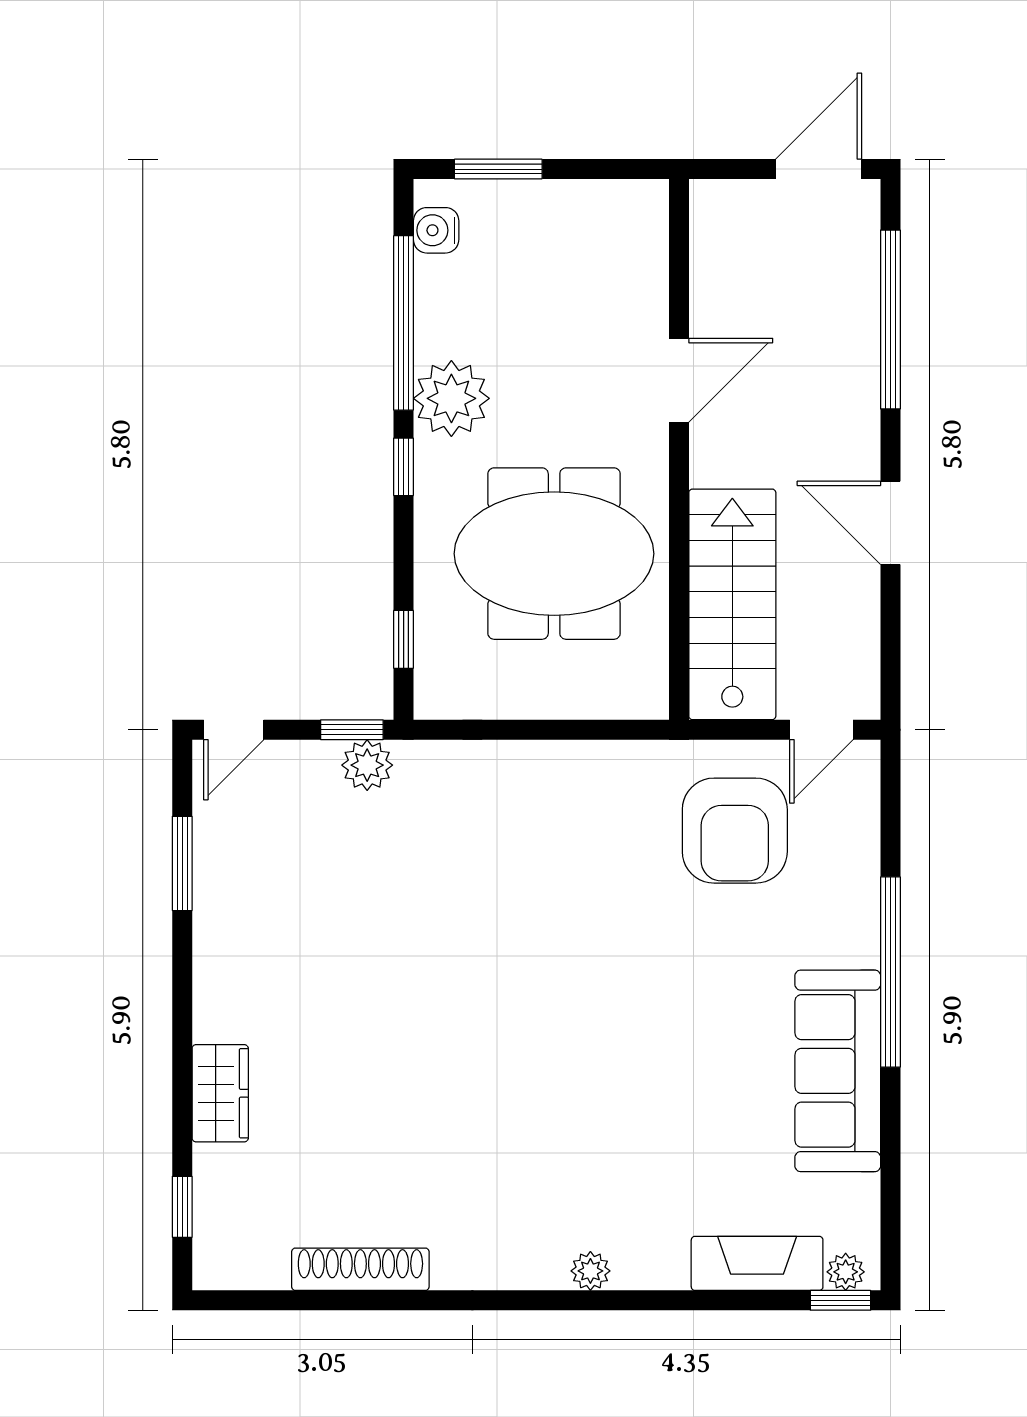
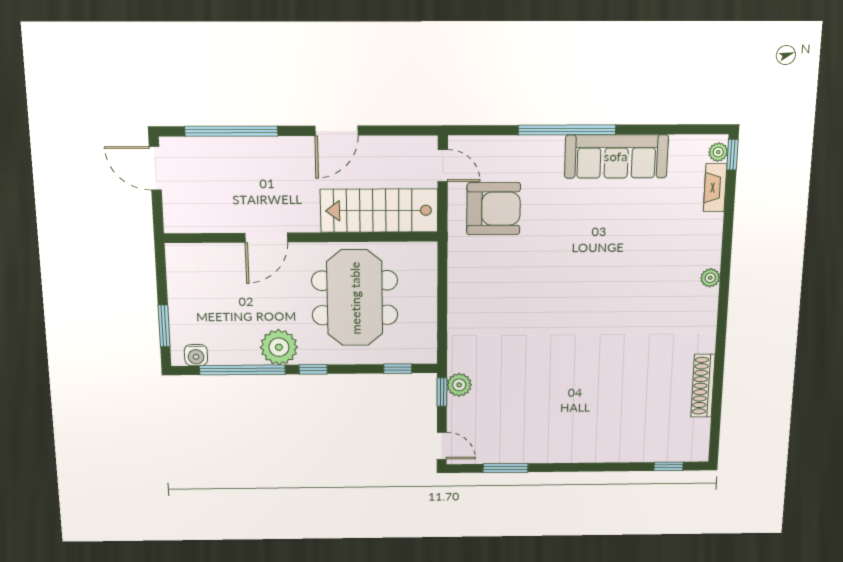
door: (679, 380) -> (266, 238), swing flipped
wardrobe: (220, 1093) -> (615, 450), removed
fireplace: (757, 1263) -> (715, 188), width x0.73, depth x0.76

